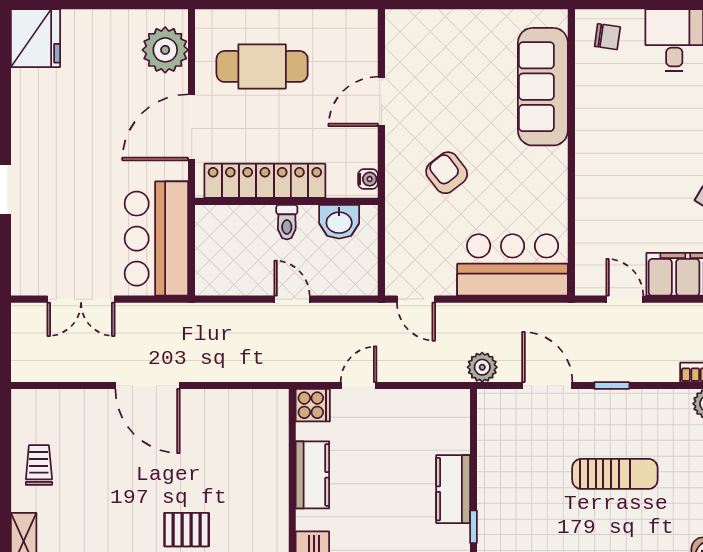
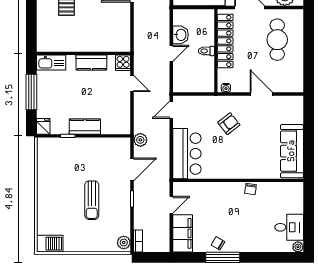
chair: (607, 37) -> (251, 189), moved
sofa: (543, 87) -> (292, 151), moved, turned -90
washbasin: (339, 222) -> (181, 35), moved, turned 180

